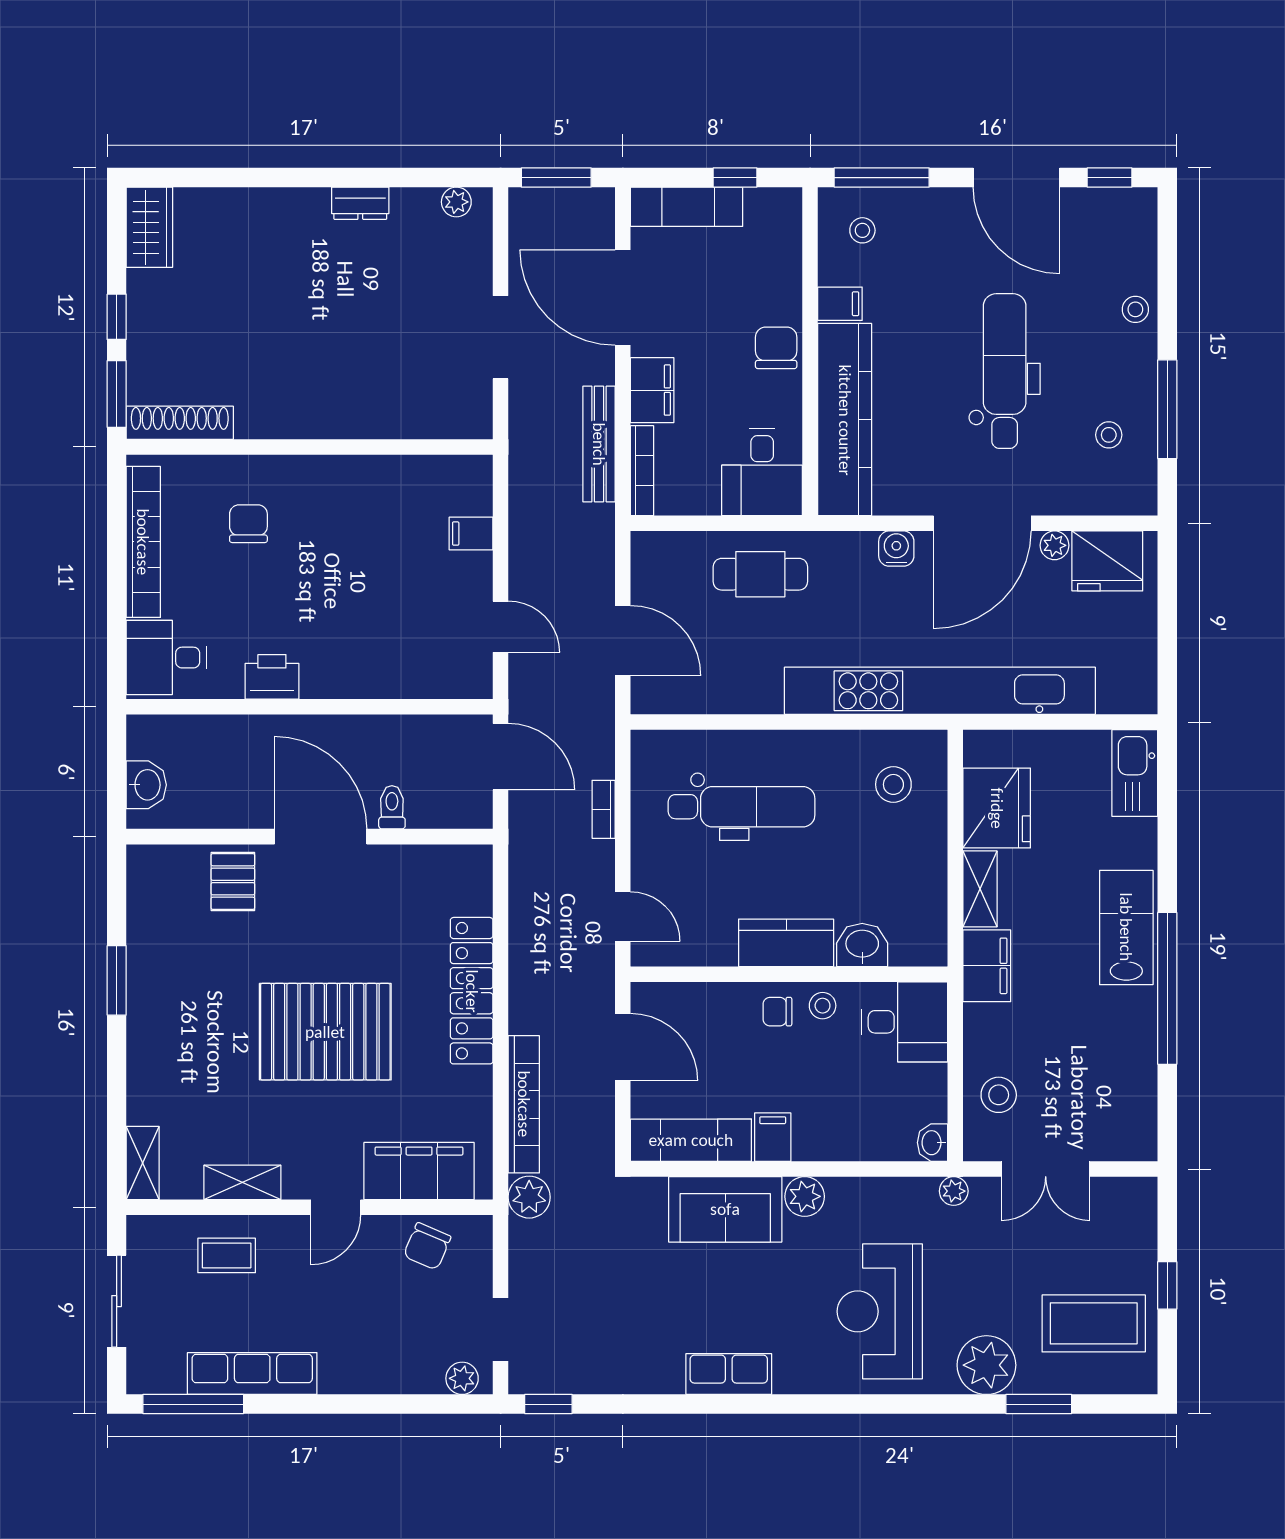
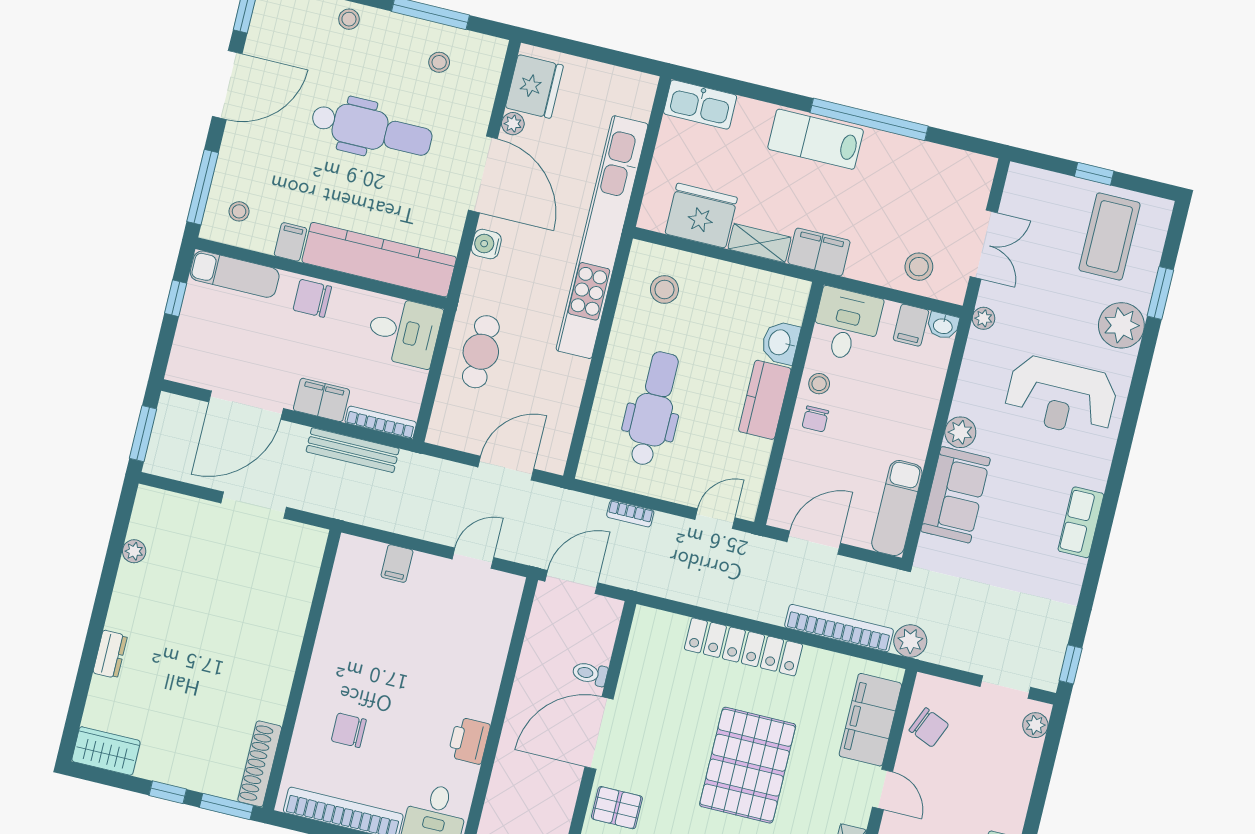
plant: (456, 202) -> (134, 551), moved
dresser: (360, 203) -> (110, 654), moved
exam couch: (687, 207) -> (235, 274), moved, turned 90
dental chair: (1005, 371) -> (372, 129), turned 180
filing cabinet: (773, 1137) -> (911, 325), moved, turned -90

